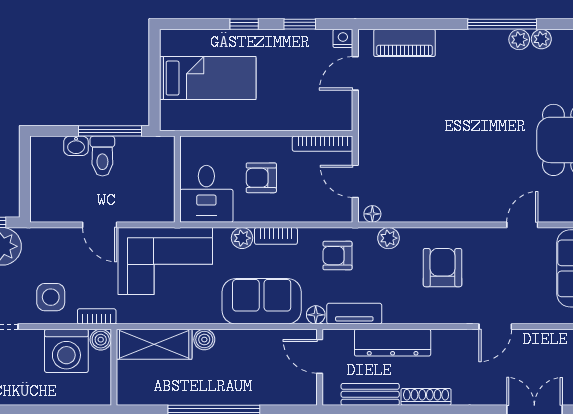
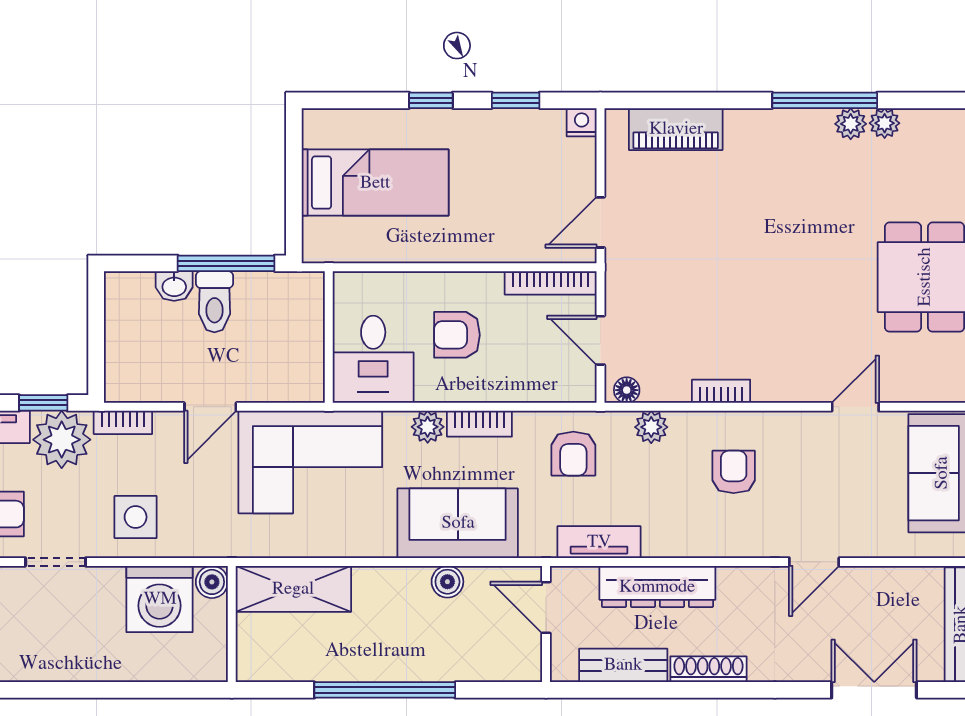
door: (355, 73) -> (600, 222), moved
bookcase: (434, 215) -> (721, 391), added
door: (100, 225) -> (210, 407), hinge flipped
armchair: (338, 256) -> (573, 454), turned -90
armchair: (443, 268) -> (734, 472), width x0.72, depth x0.72
floor lamp: (316, 315) -> (540, 544), removed
bookcase: (97, 316) -> (123, 422), moved, turned 180
boiler: (204, 340) -> (447, 582), moved

